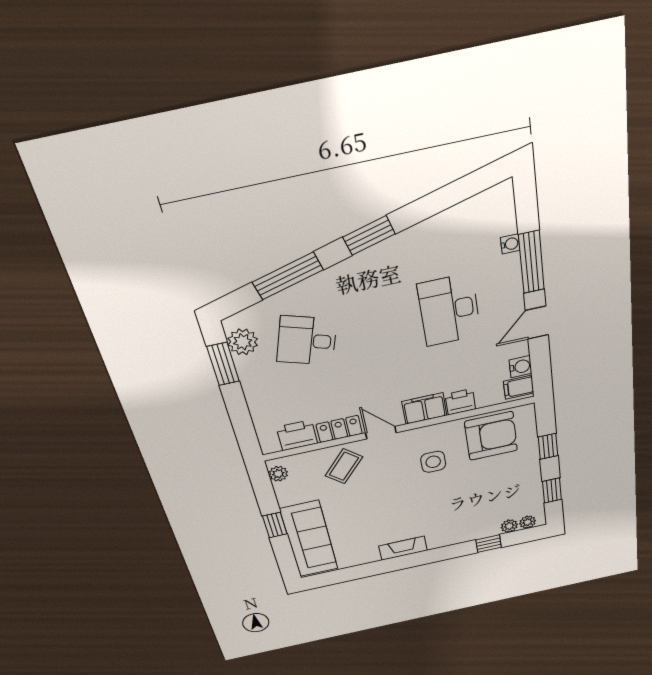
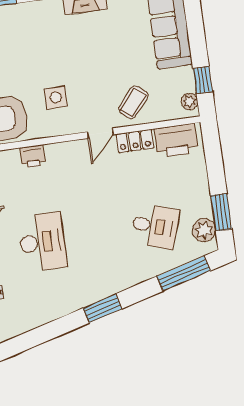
window: (288, 276) -> (184, 274), moved
filing cabinet: (424, 408) -> (63, 153), removed
door: (381, 433) -> (100, 133), hinge flipped
printer: (297, 435) -> (176, 140), width x1.37, depth x1.19
window: (275, 525) -> (203, 80), moved

